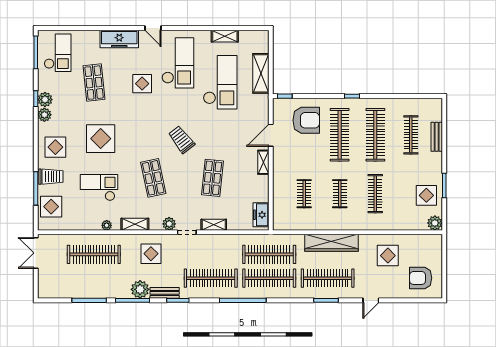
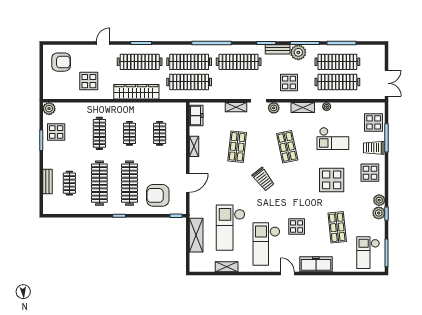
clothes rail: (411, 135) -> (69, 183), width x0.73
shelving: (263, 162) -> (194, 146), moved
clothes rail: (94, 278) -> (337, 62), added

